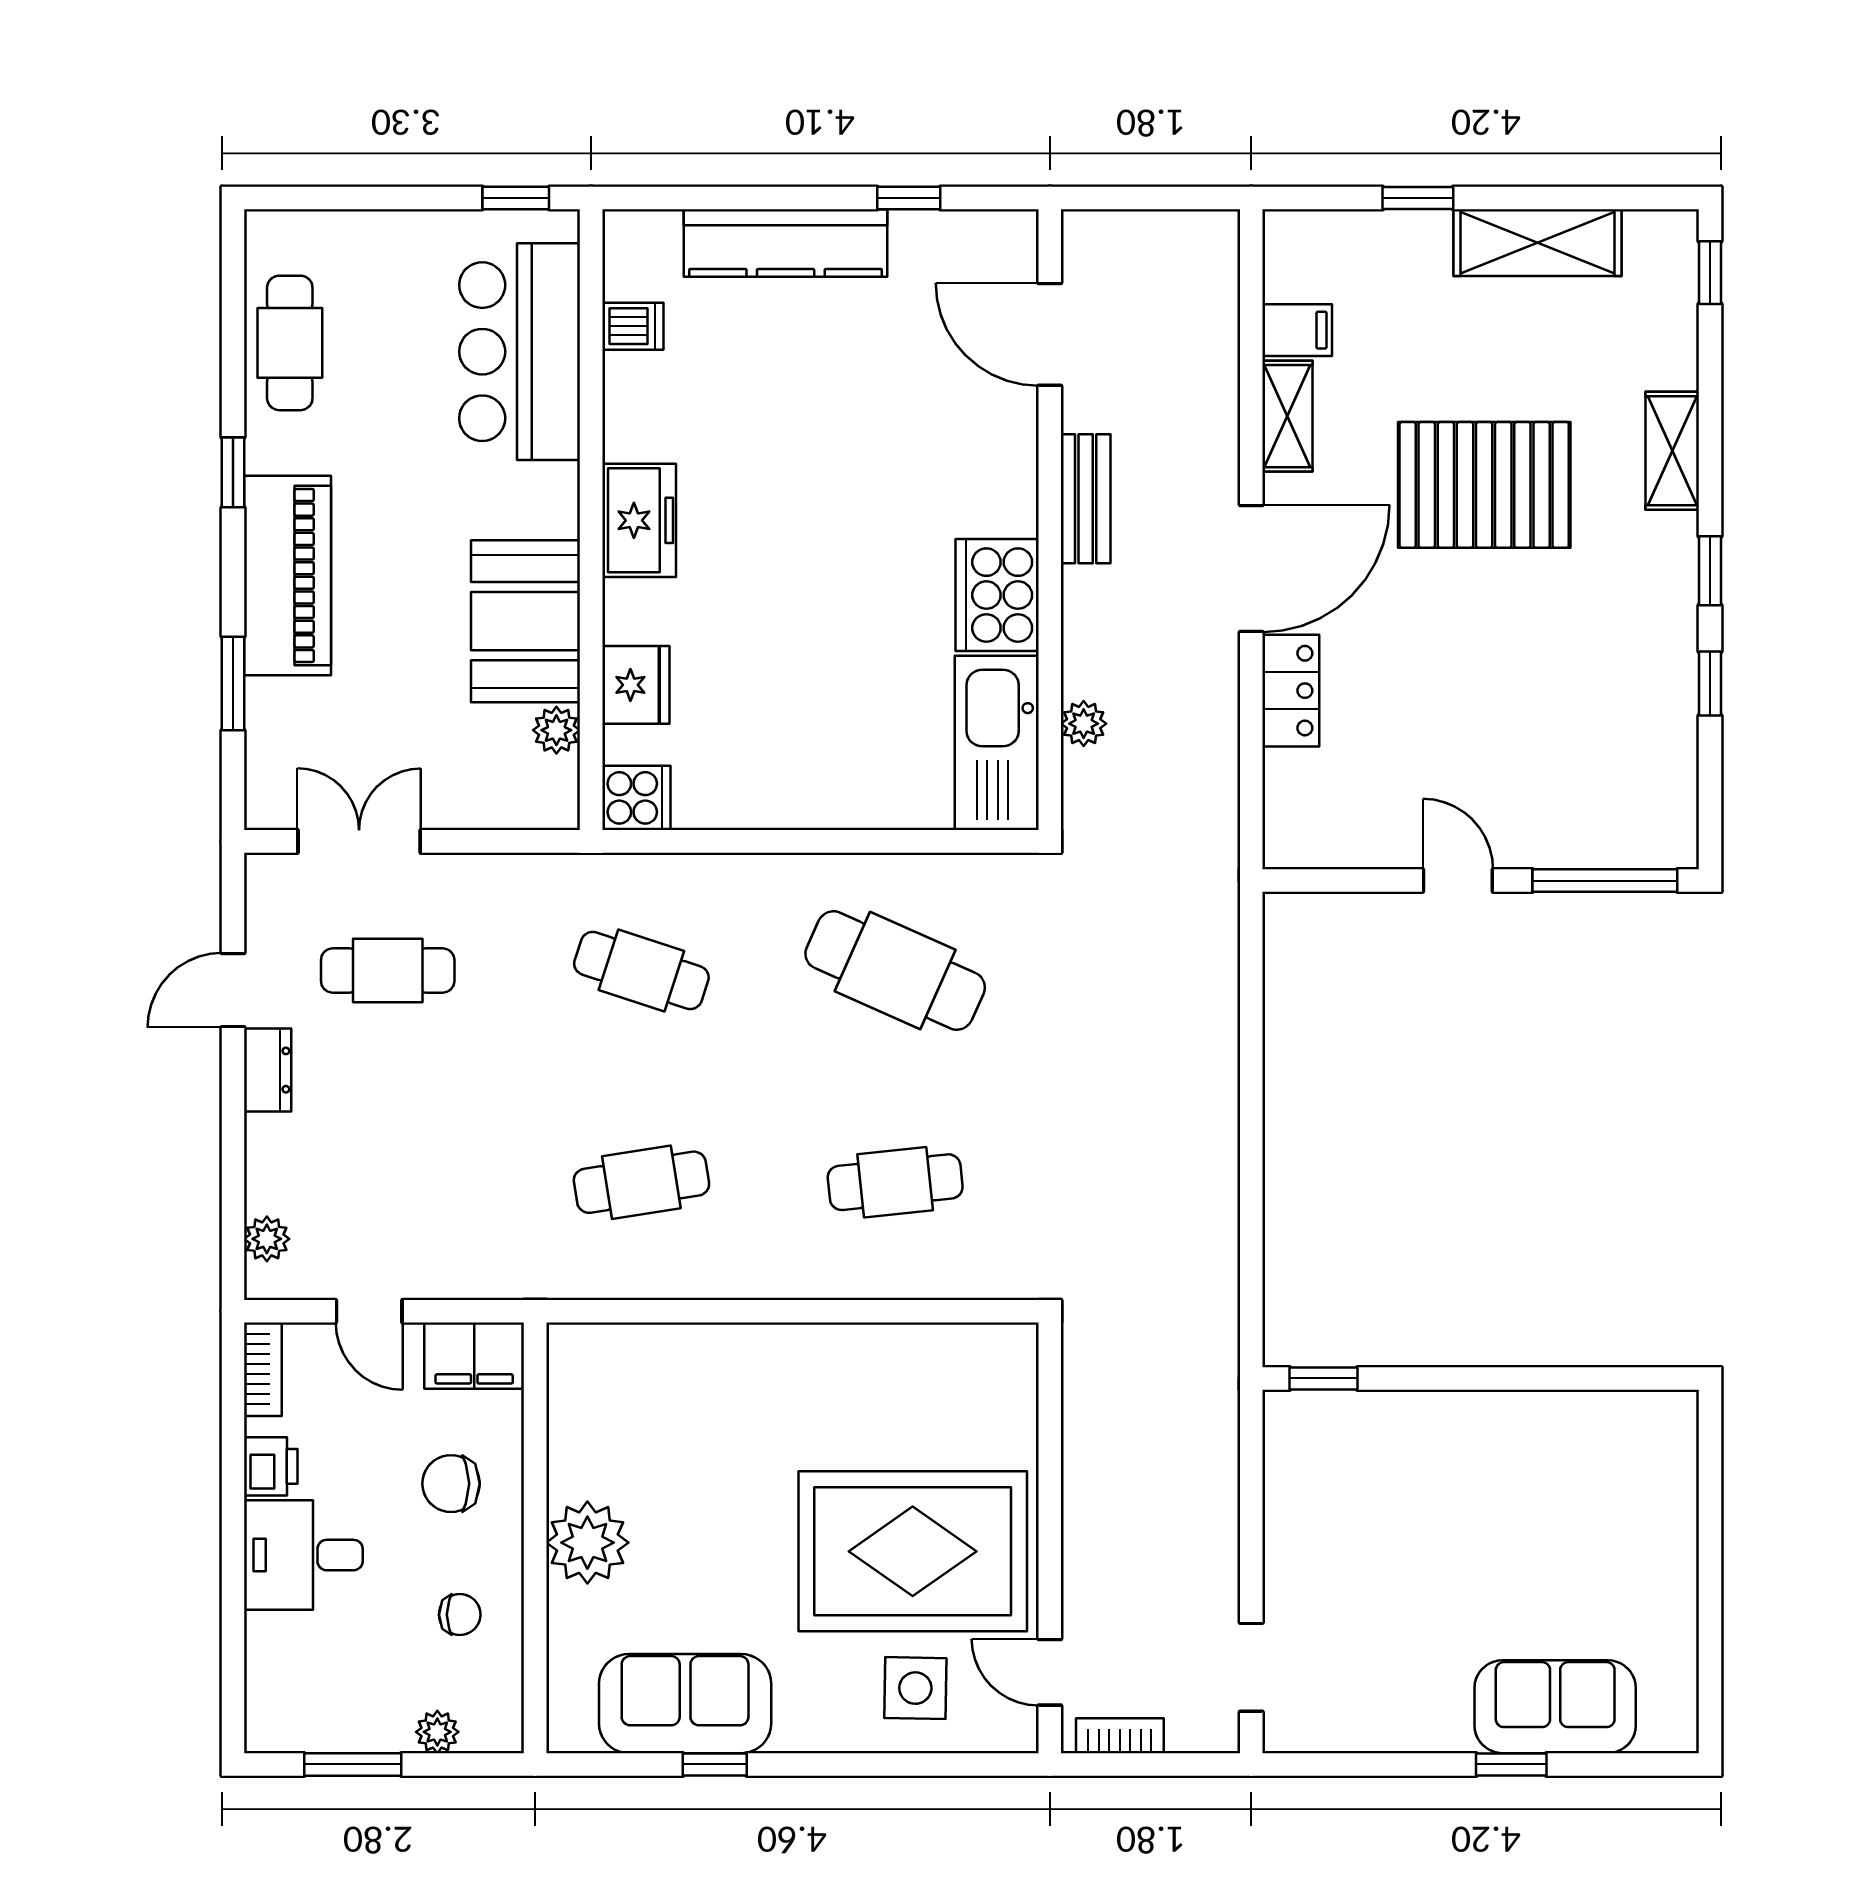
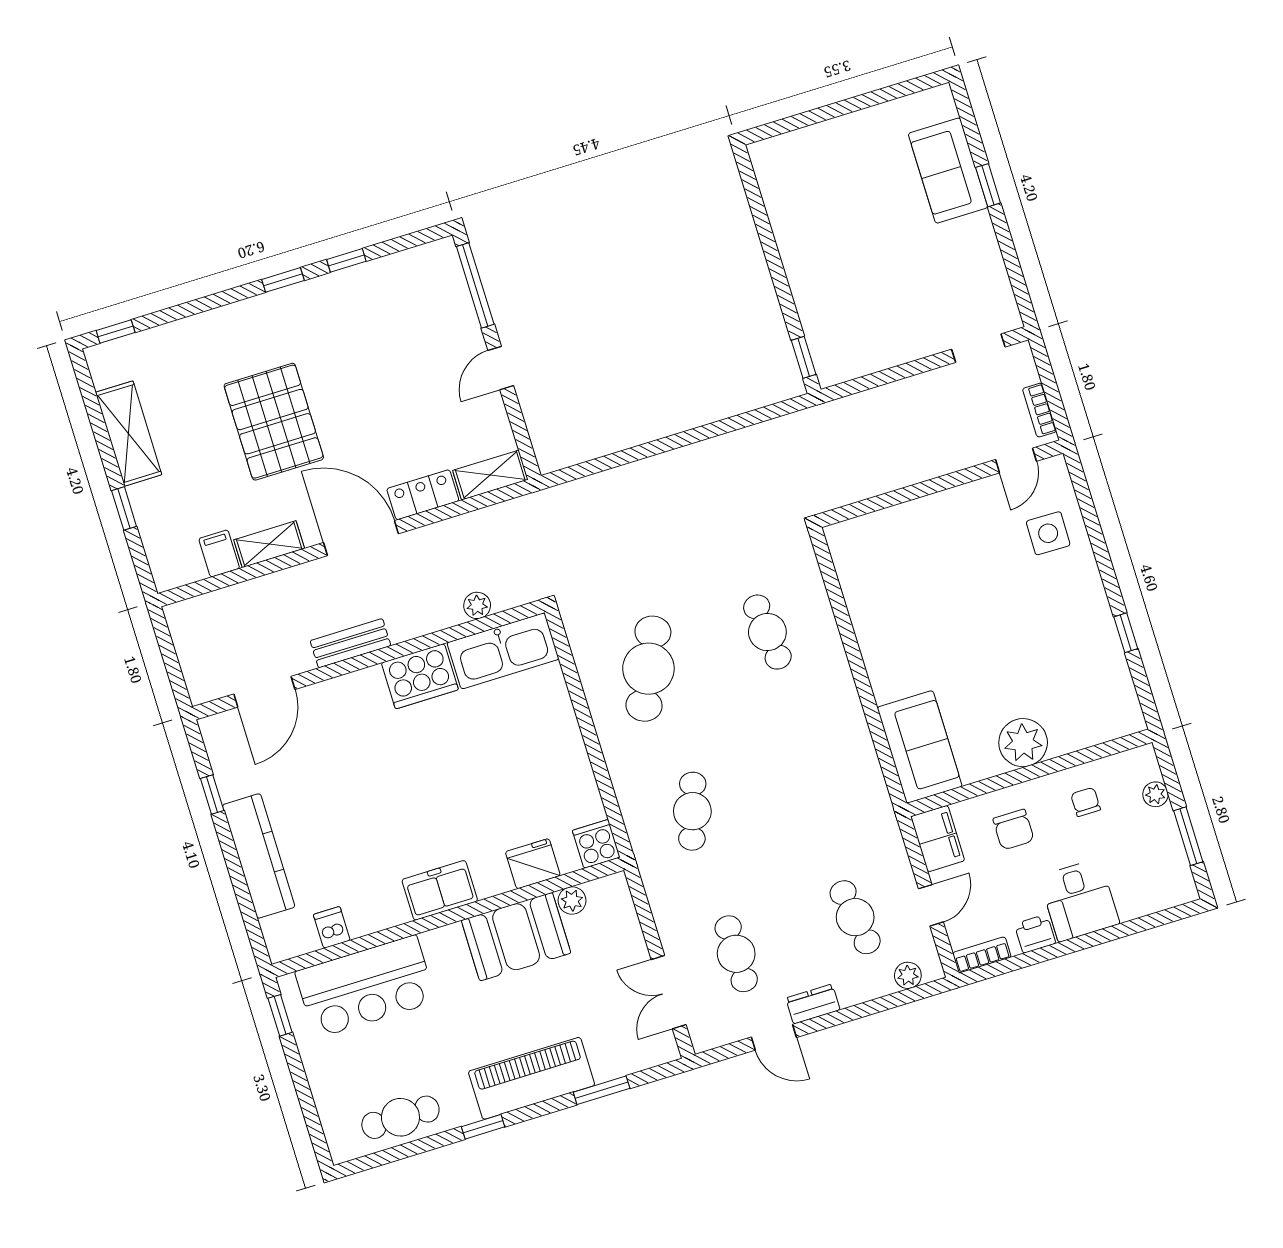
shelving: (1672, 451) -> (490, 475), moved
cafe table: (641, 1182) -> (855, 917), moved
rug: (913, 1551) -> (972, 558), removed
sofa: (685, 1704) -> (920, 747), moved, turned 180

